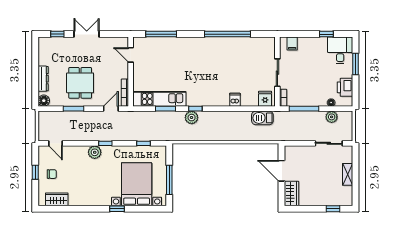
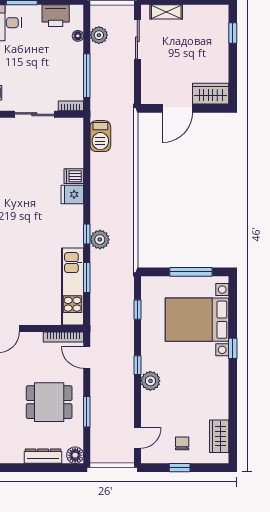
fridge: (265, 99) -> (72, 194), moved
shelving: (348, 174) -> (166, 12), moved

